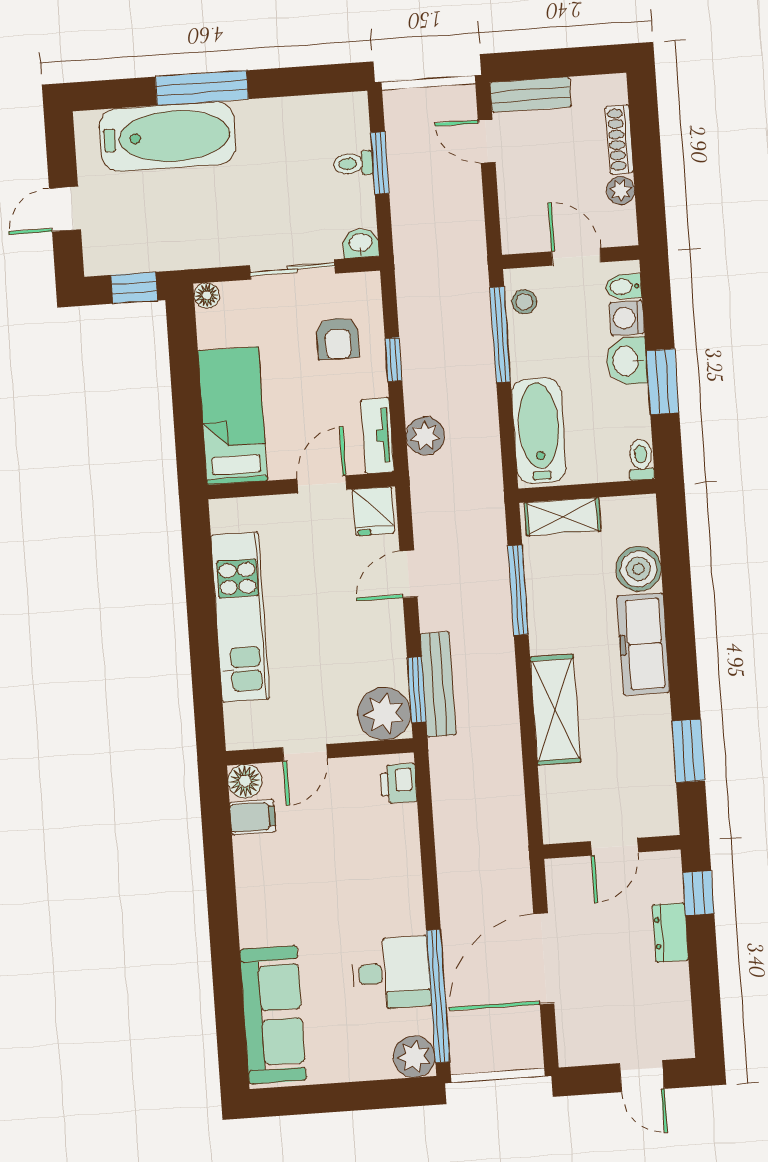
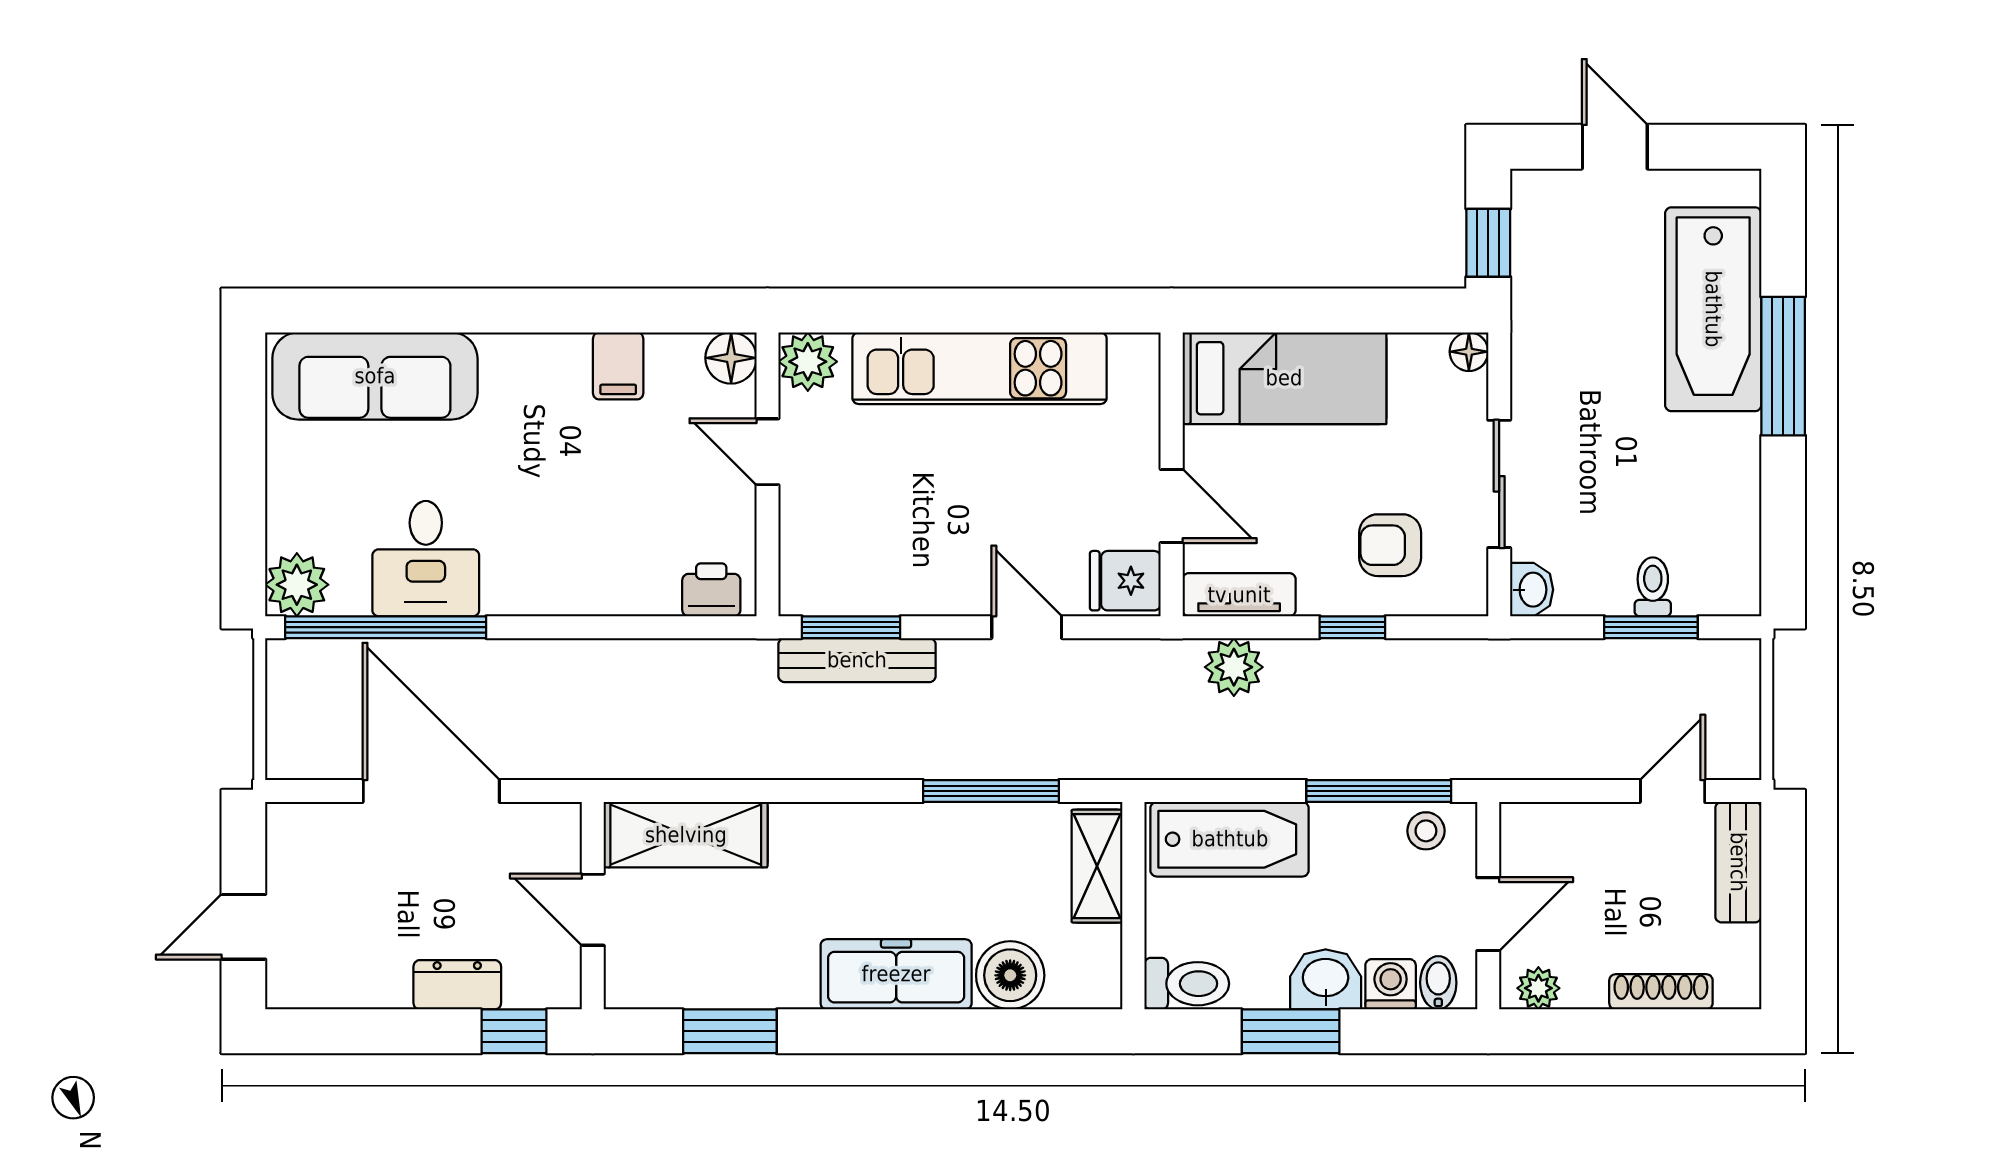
plant: (621, 191) -> (1538, 988), moved
toilet: (641, 460) -> (1187, 984), width x1.37, depth x1.39
shelving: (555, 710) -> (686, 835), moved
plant: (384, 714) -> (808, 362), moved, width x0.73, depth x0.73
filing cabinet: (253, 817) -> (618, 366), moved

